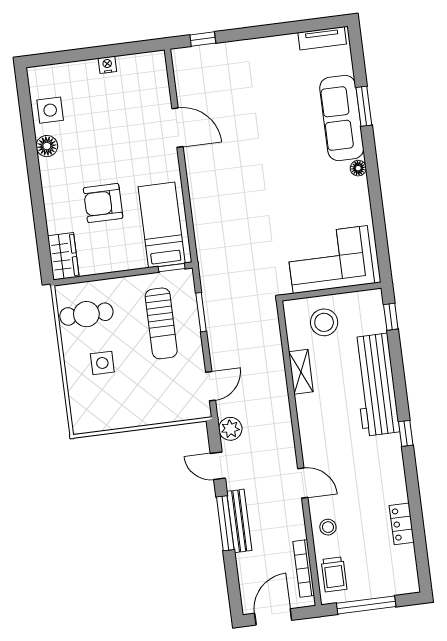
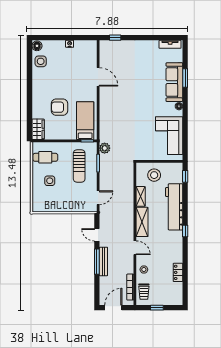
floor lamp: (47, 146) -> (37, 46), moved
corner sofa: (330, 260) -> (169, 136), moved, turned -90
shelving: (311, 426) -> (142, 222), added
plant: (230, 429) -> (105, 148), moved
window: (366, 605) -> (157, 308), width x0.46

